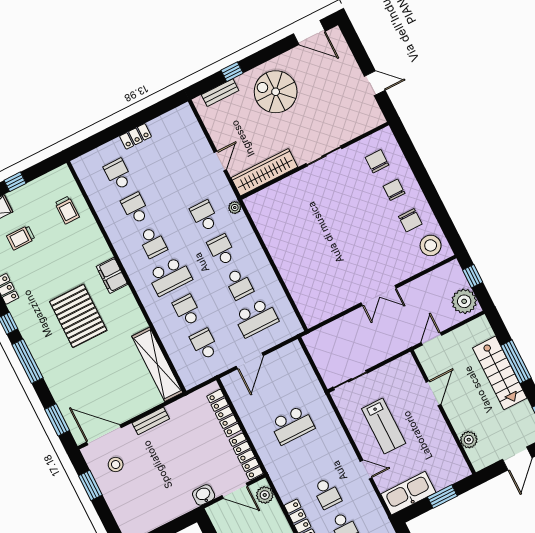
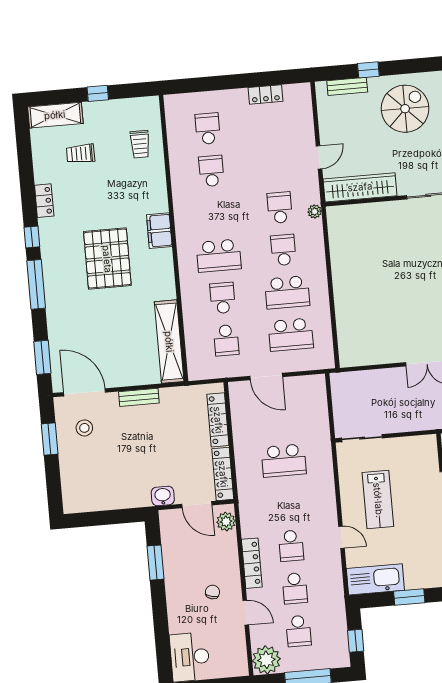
spiral stairs: (276, 92) -> (405, 109), turned 90
locker: (136, 136) -> (266, 94), moved
school desk: (153, 242) -> (215, 213), removed
school desk: (239, 284) -> (287, 292), width x1.85
school desk: (204, 344) -> (226, 340), turned 180
door: (250, 361) -> (266, 376), hinge flipped

